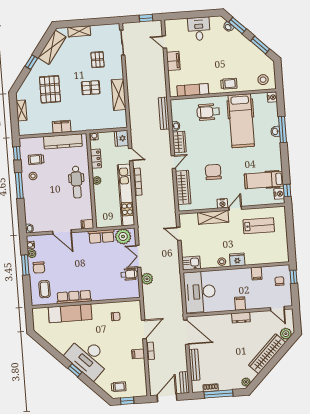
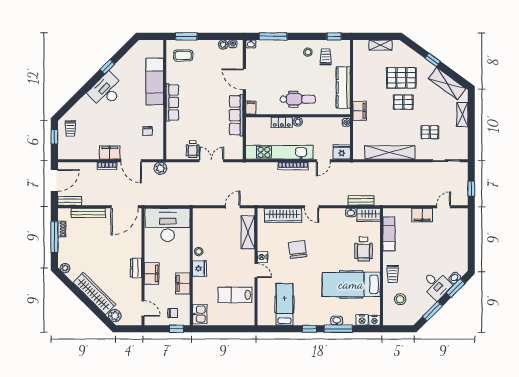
desk: (199, 29) -> (436, 285), moved, turned 45
stool: (263, 80) -> (400, 299), moved
pallet: (91, 88) -> (403, 102), moved, turned 90
shelving: (119, 95) -> (390, 152), width x1.47
wheelchair: (208, 112) -> (363, 249), turned 180
bench: (164, 113) -> (361, 200), width x0.73
filing cabinet: (62, 127) -> (360, 111), moved
wardrobe: (179, 142) -> (369, 215), moved
locker: (96, 159) -> (282, 122), moved
chair: (213, 172) -> (297, 250), turned -97
dental chair: (77, 182) -> (298, 99), turned 180
window: (19, 185) -> (273, 36), moved
window: (287, 191) -> (309, 329), moved
nightstand: (279, 194) -> (362, 320), moved
shelving: (213, 217) -> (248, 232), moved
lab bench: (259, 226) -> (235, 295), turned 90
door: (62, 232) -> (244, 79), hinge flipped
row of seats: (101, 236) -> (236, 115), width x1.48
plant: (123, 236) -> (234, 146), removed
kitchen sink: (191, 263) -> (200, 314), moved
window: (25, 265) -> (186, 36), moved
chair: (39, 268) -> (207, 51), removed
filing cabinet: (257, 273) -> (183, 283), width x2.00
plant: (147, 279) -> (160, 168), moved
row of seats: (74, 297) -> (172, 102), moved
filing cabinet: (240, 303) -> (152, 273), width x2.00
door: (277, 309) -> (143, 308), swing flipped
filing cabinet: (138, 354) -> (110, 152), width x2.00
desk: (88, 358) -> (106, 91), width x0.73, depth x0.77
window: (75, 370) -> (107, 67), moved
door: (167, 398) -> (54, 180), hinge flipped

